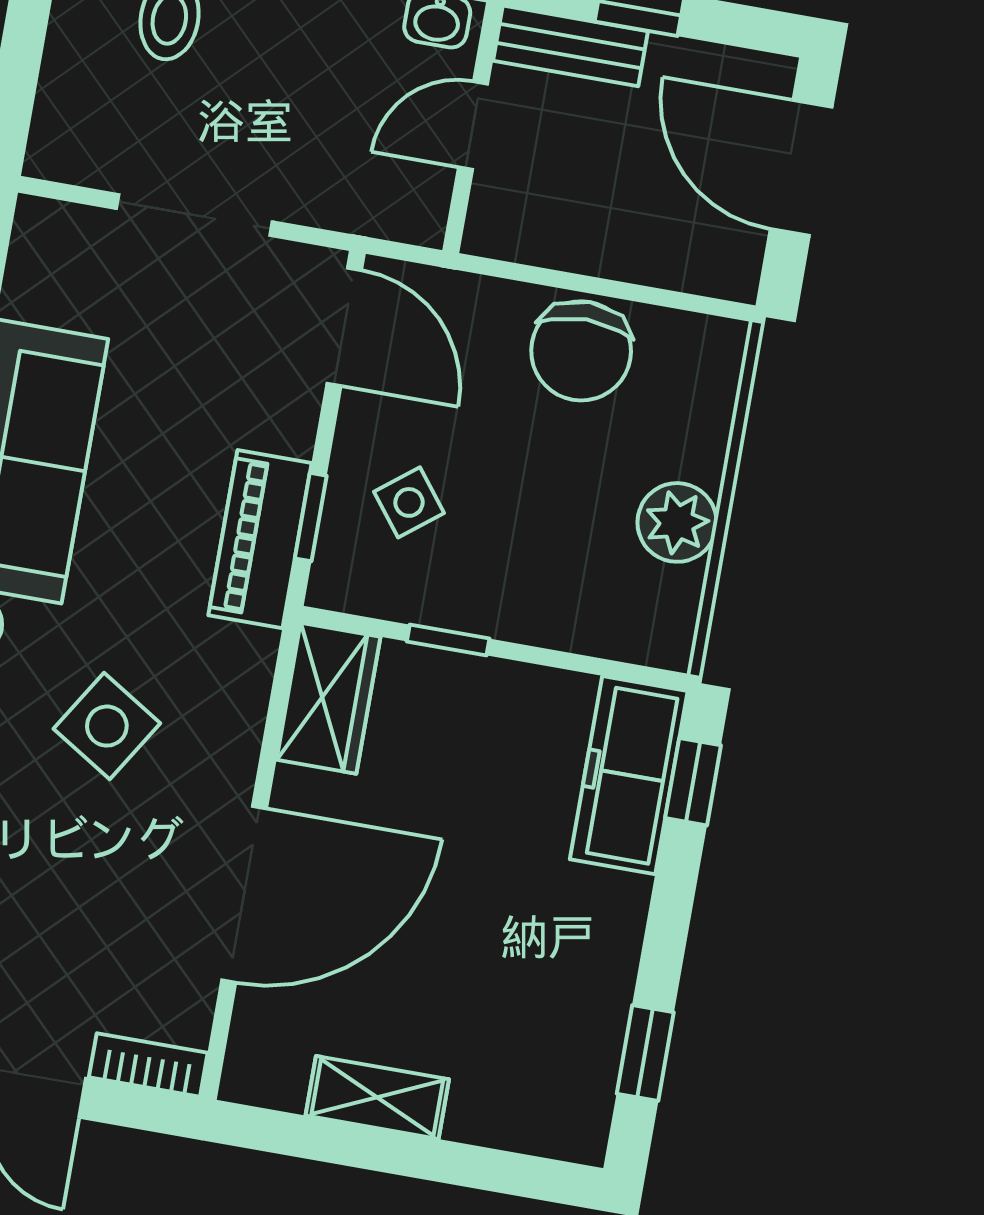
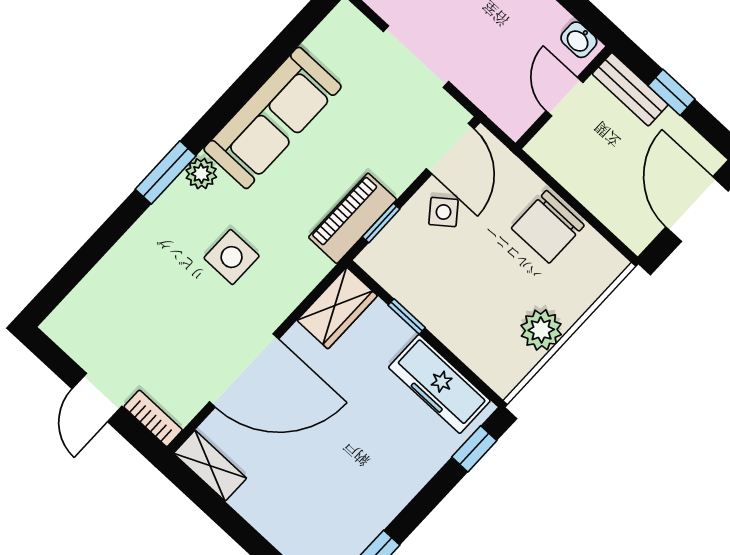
door: (473, 126) -> (564, 97), hinge flipped
side table: (409, 502) -> (443, 212), moved
side table: (107, 726) -> (232, 257), turned -32
freezer: (629, 775) -> (439, 384), moved, turned -90
shelving: (377, 1097) -> (210, 466), moved

